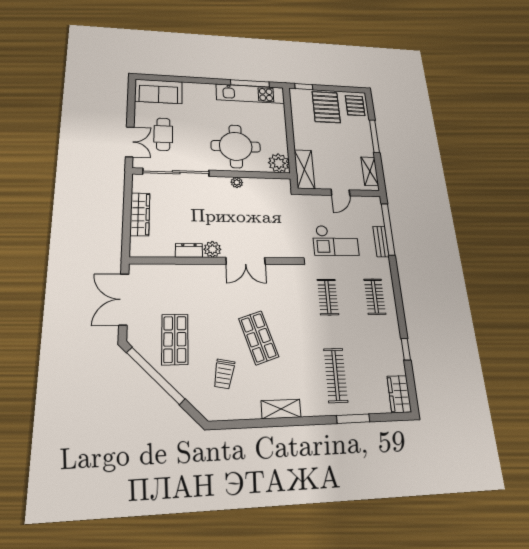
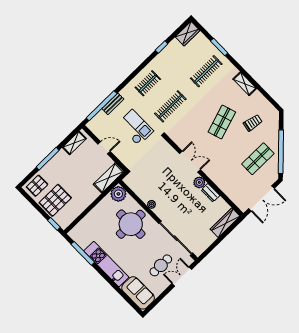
kitchen unit: (250, 94) -> (106, 264), moved
wardrobe: (140, 214) -> (225, 223), moved
clothes rail: (328, 297) -> (170, 106), width x1.36

